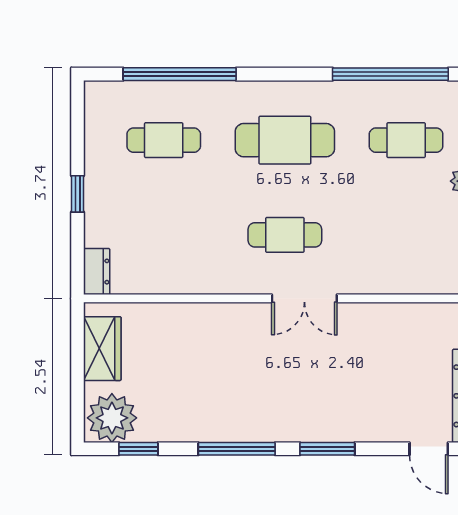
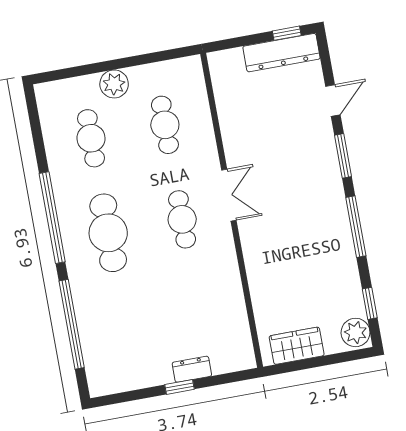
window: (390, 74) -> (52, 218), moved
cafe table: (164, 140) -> (165, 125), moved
dresser: (97, 272) -> (192, 369), moved
plant: (112, 418) -> (355, 332), width x0.73, depth x0.73
door: (429, 449) -> (333, 101), moved

